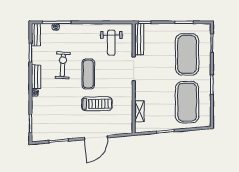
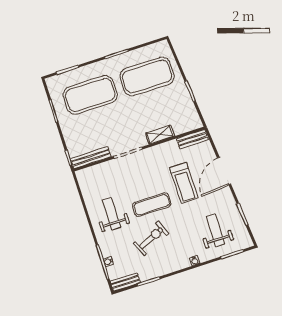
weight bench: (111, 43) -> (111, 214), moved, turned -90
exercise bike: (63, 65) -> (151, 238), turned 153
bench: (36, 77) -> (192, 139), moved
treadmill: (97, 104) -> (184, 183), turned 180
shelving: (139, 111) -> (160, 135), moved
weight bench: (53, 116) -> (215, 230), added
door: (96, 138) -> (224, 171), swing flipped

